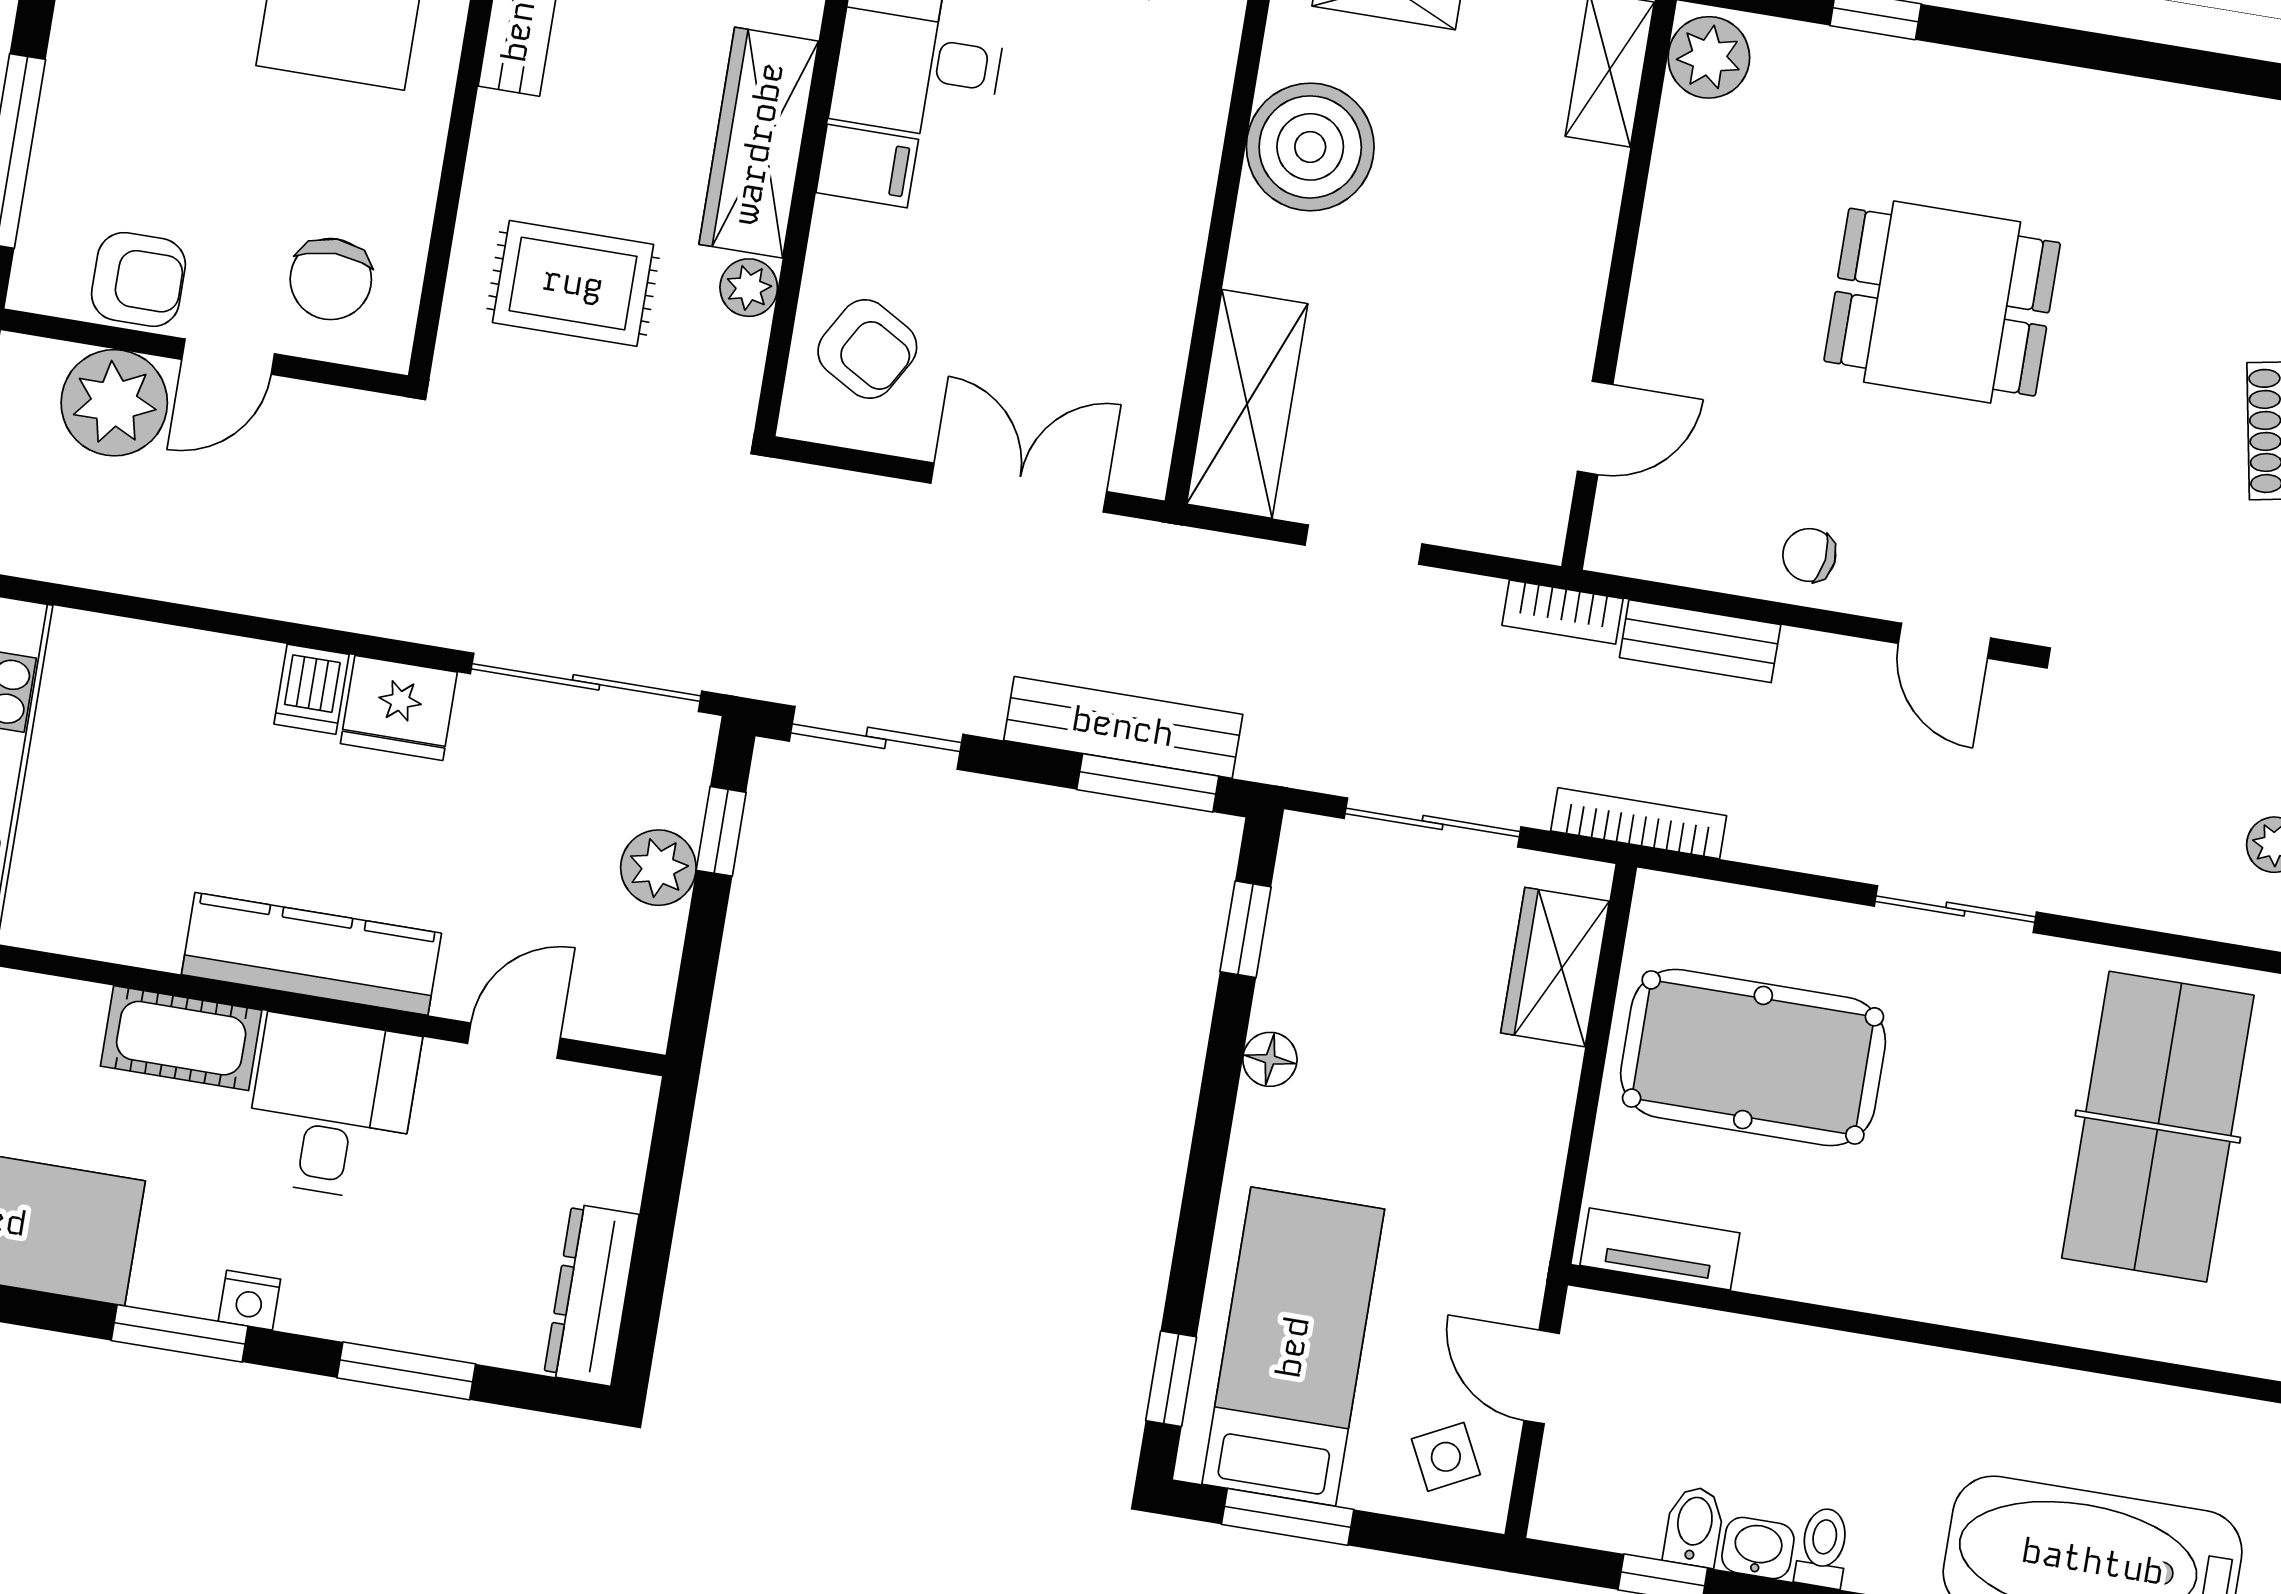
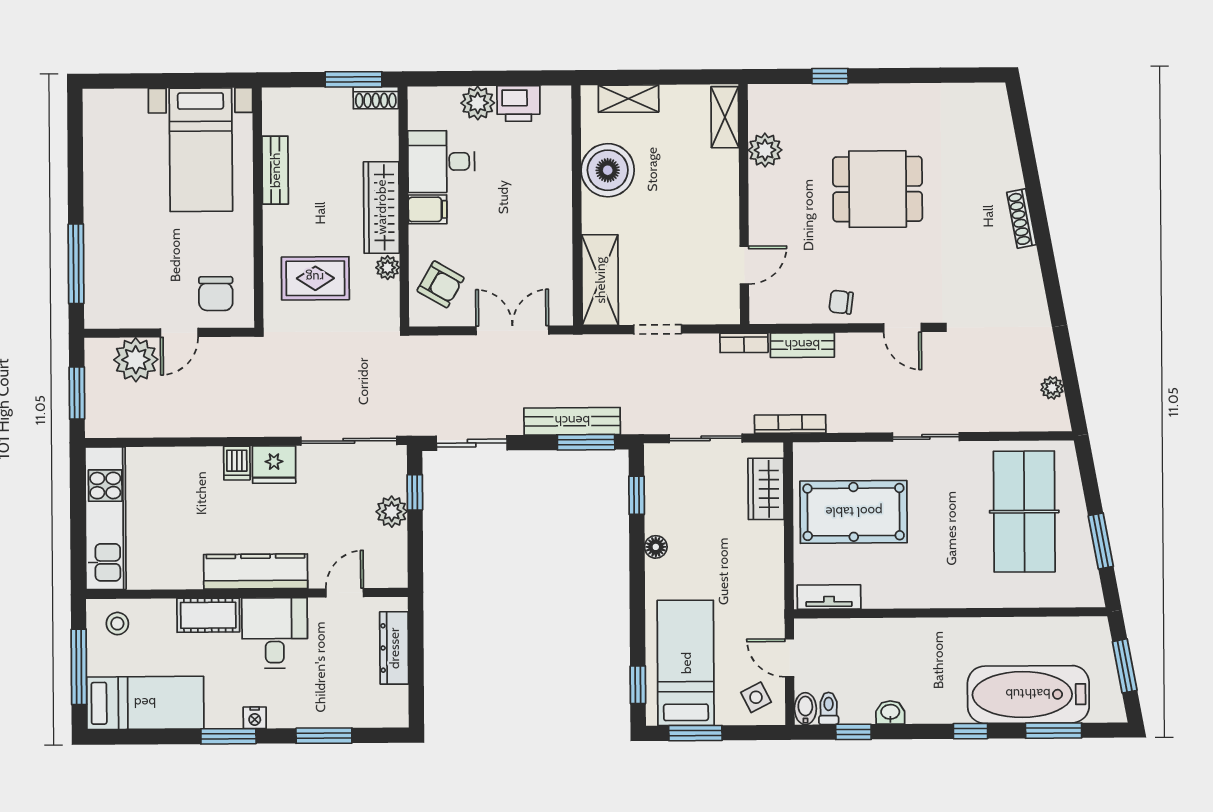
plant: (1709, 57) -> (765, 150), moved
armchair: (138, 279) -> (137, 307), removed
dresser: (591, 1295) -> (394, 648), moved
bidet: (1694, 1526) -> (805, 709), moved
toilet: (1823, 1548) -> (829, 708), moved

